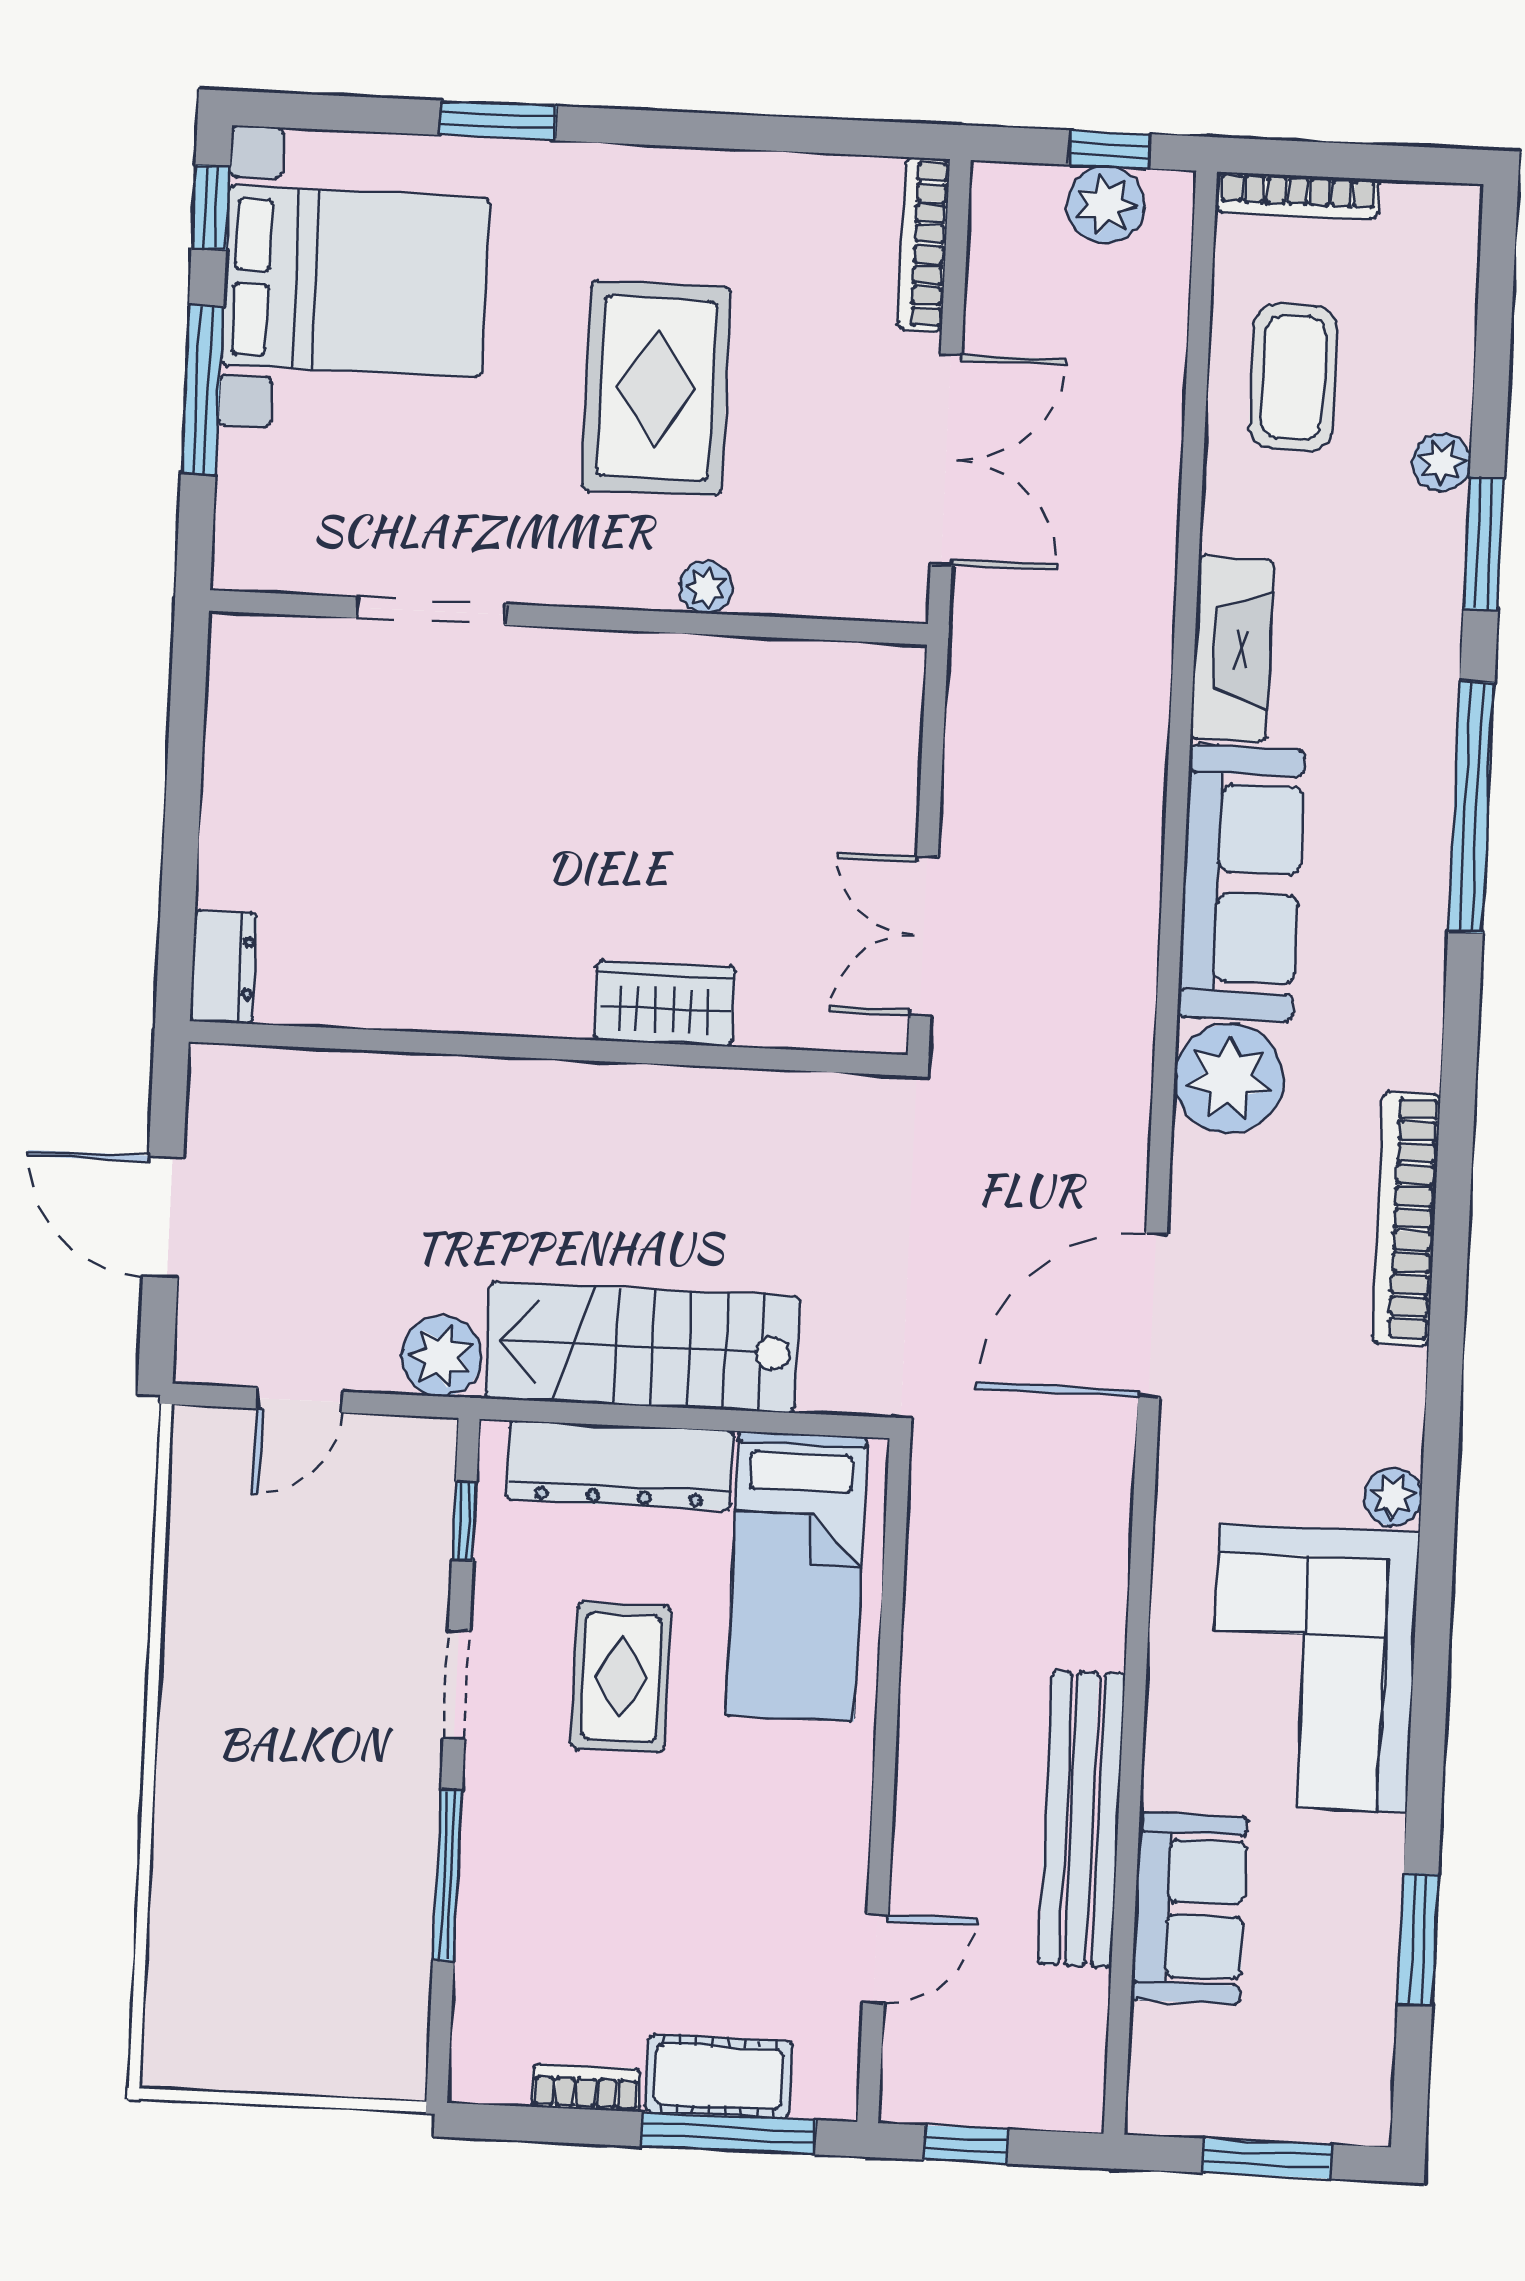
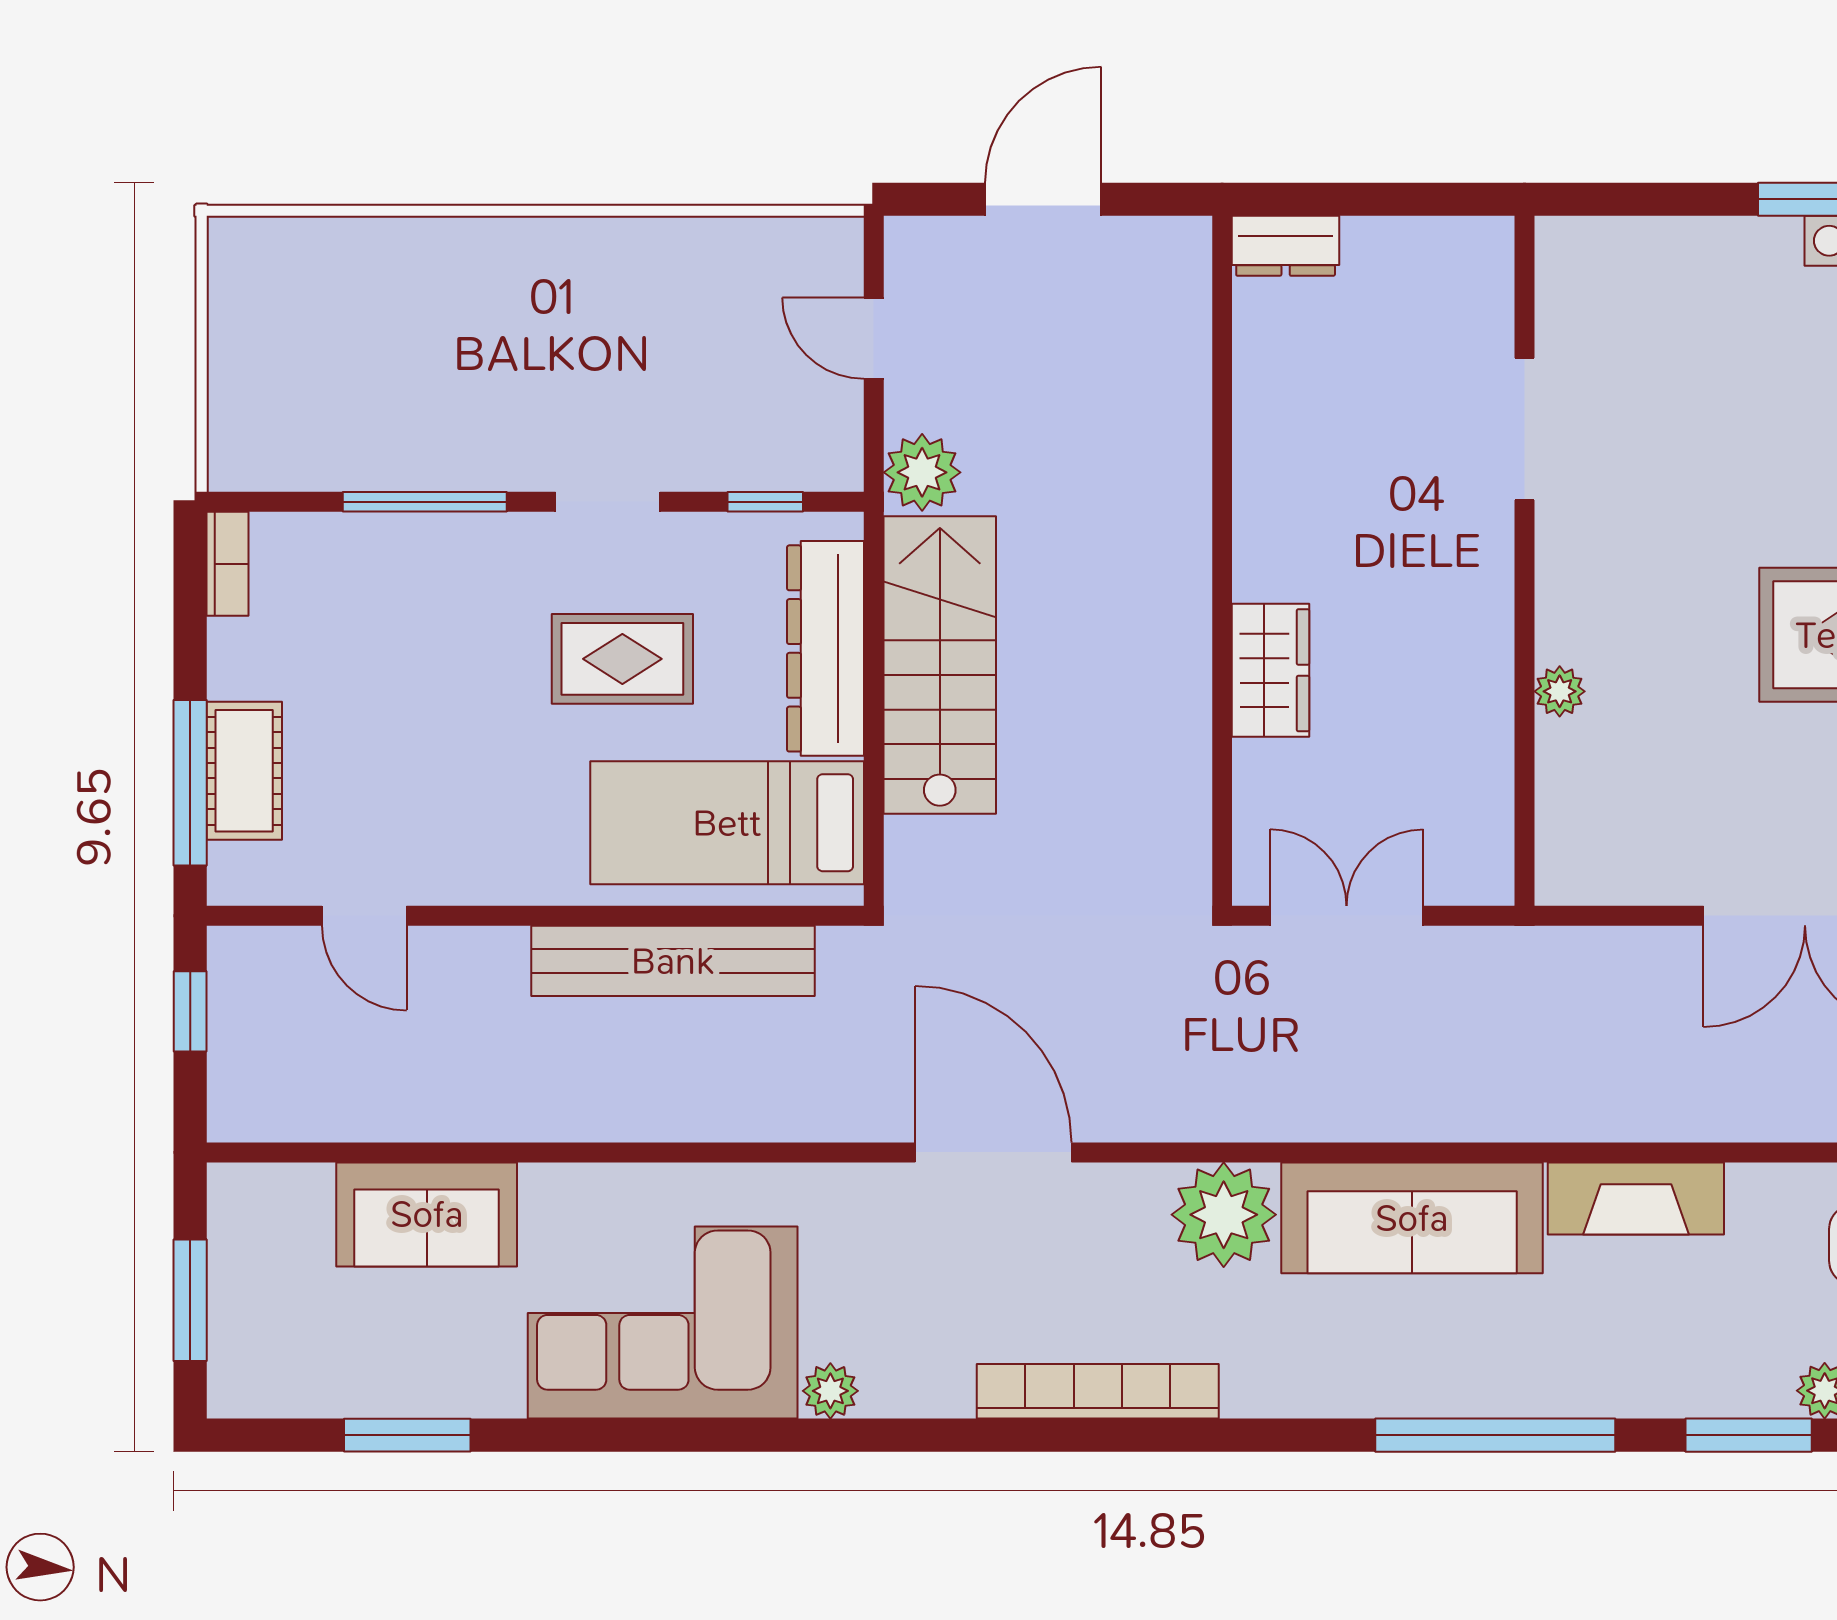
plant: (706, 587) -> (1560, 691), moved
doorway: (431, 611) -> (1525, 429), moved
wall: (569, 617) -> (1525, 561), moved
bench: (1082, 1819) -> (673, 961), moved
bookcase: (586, 2088) -> (227, 564), moved

